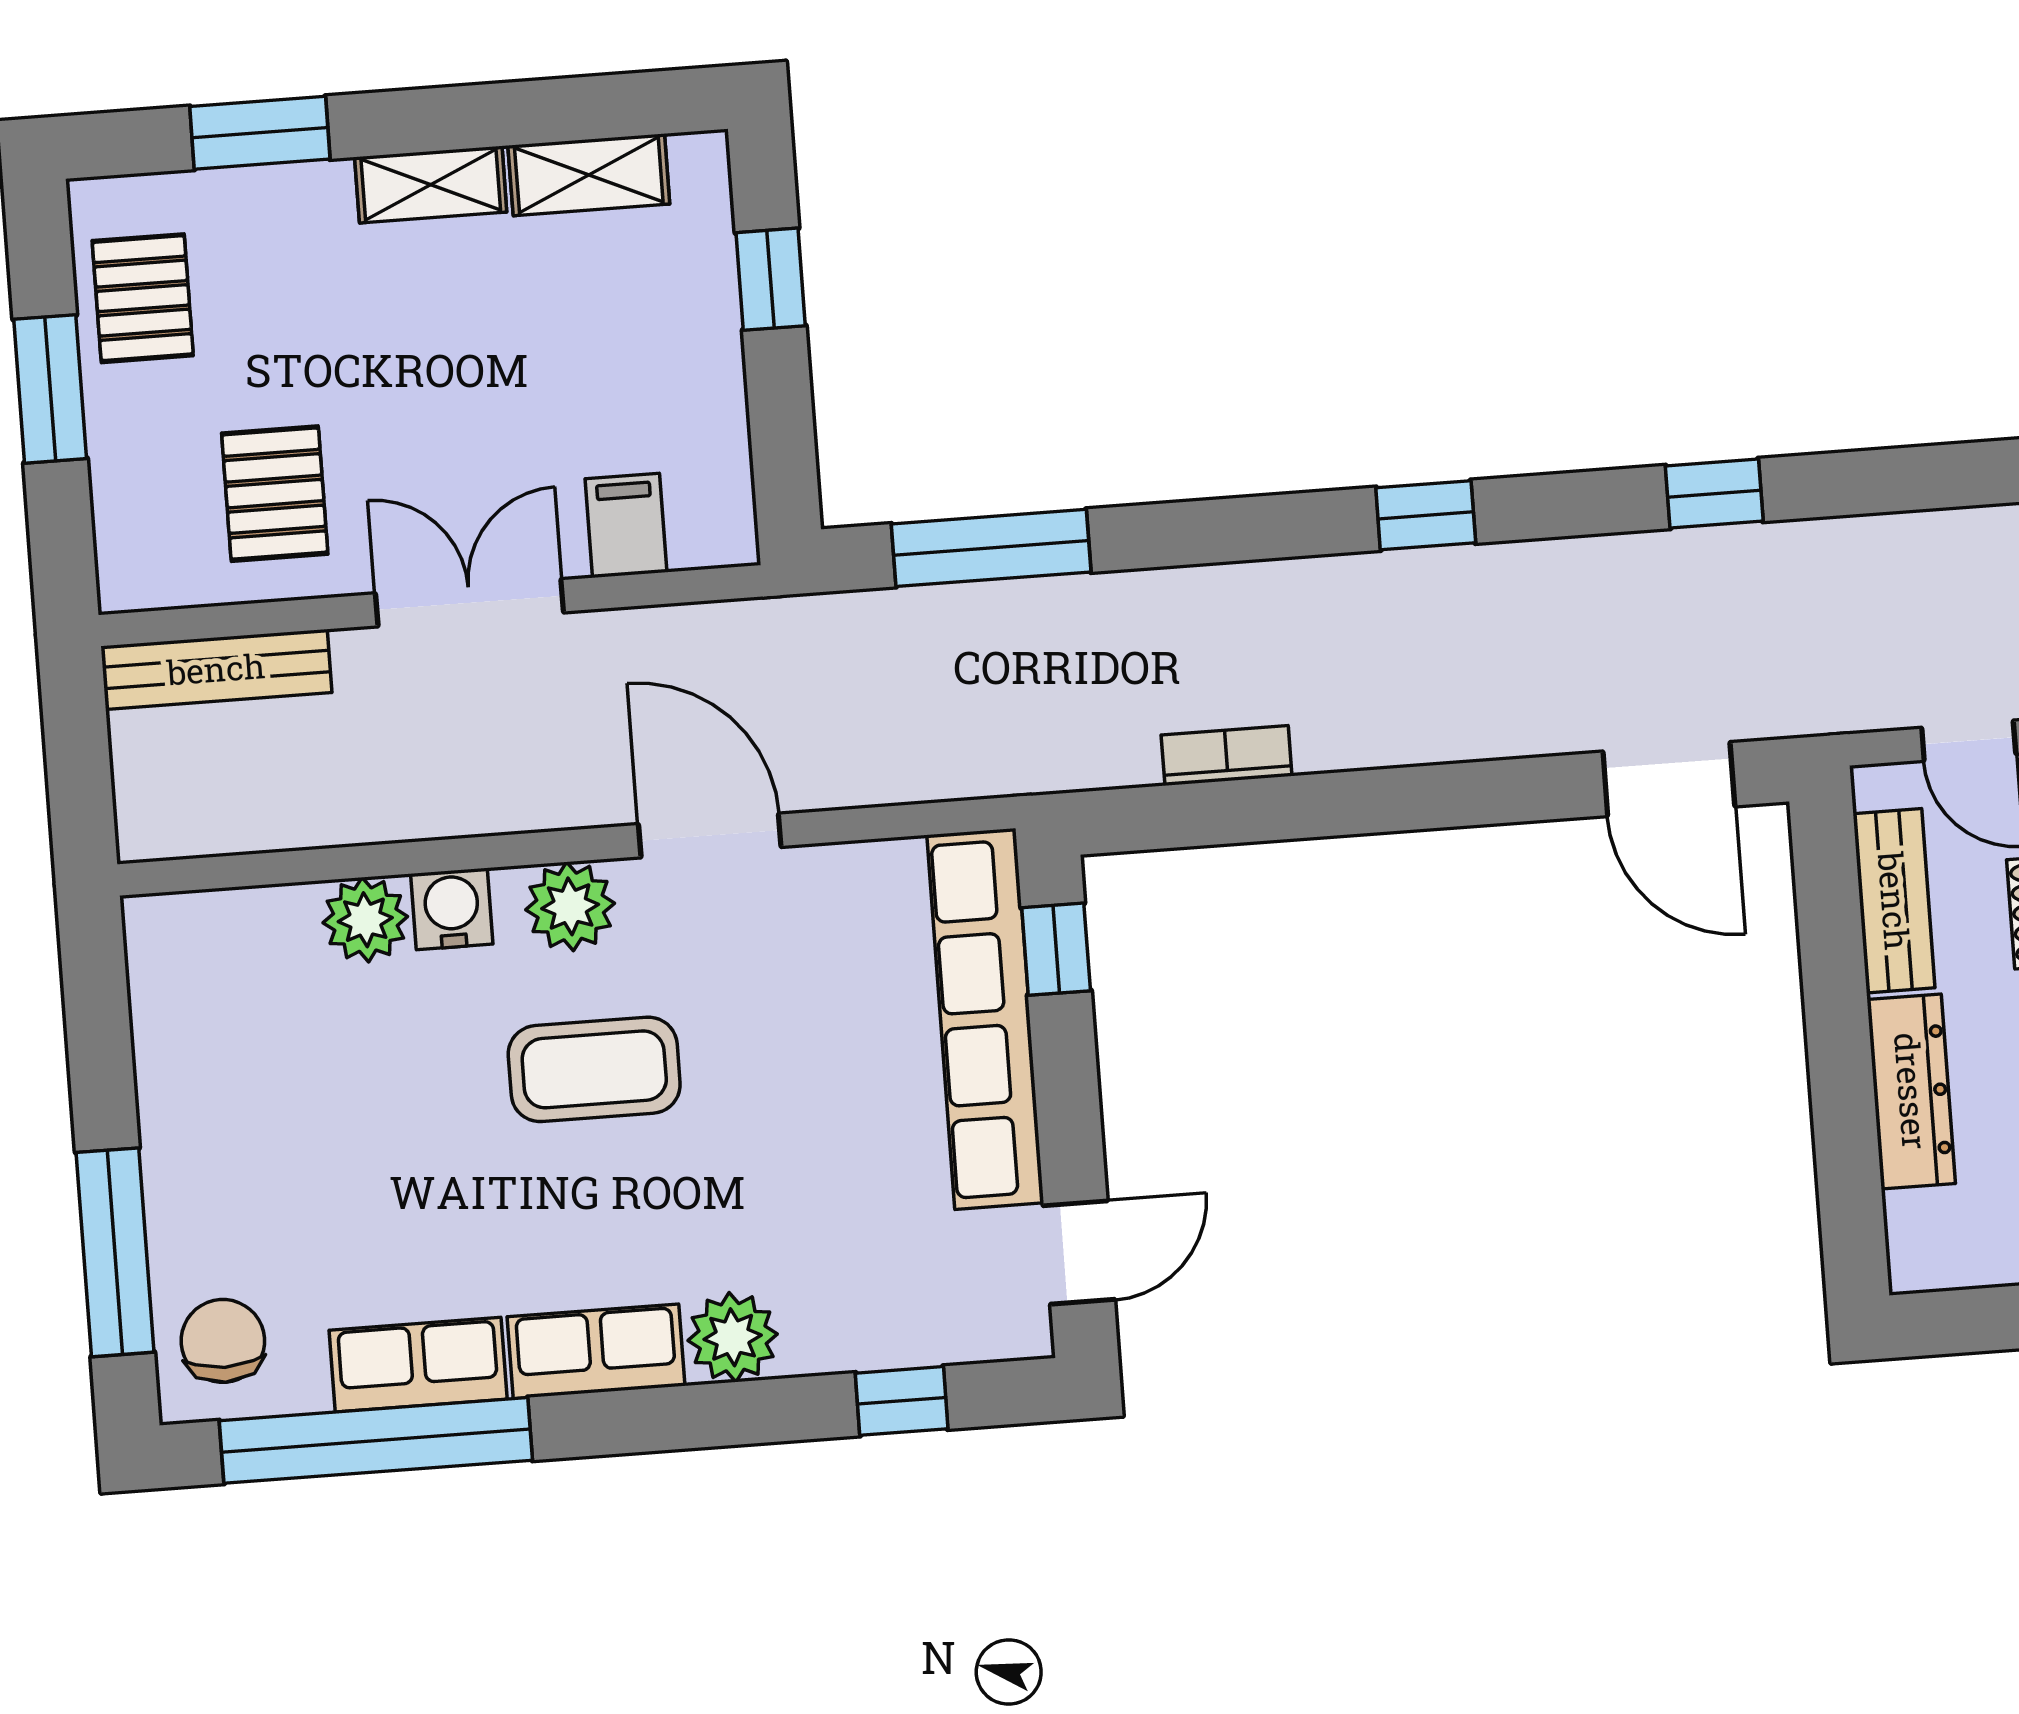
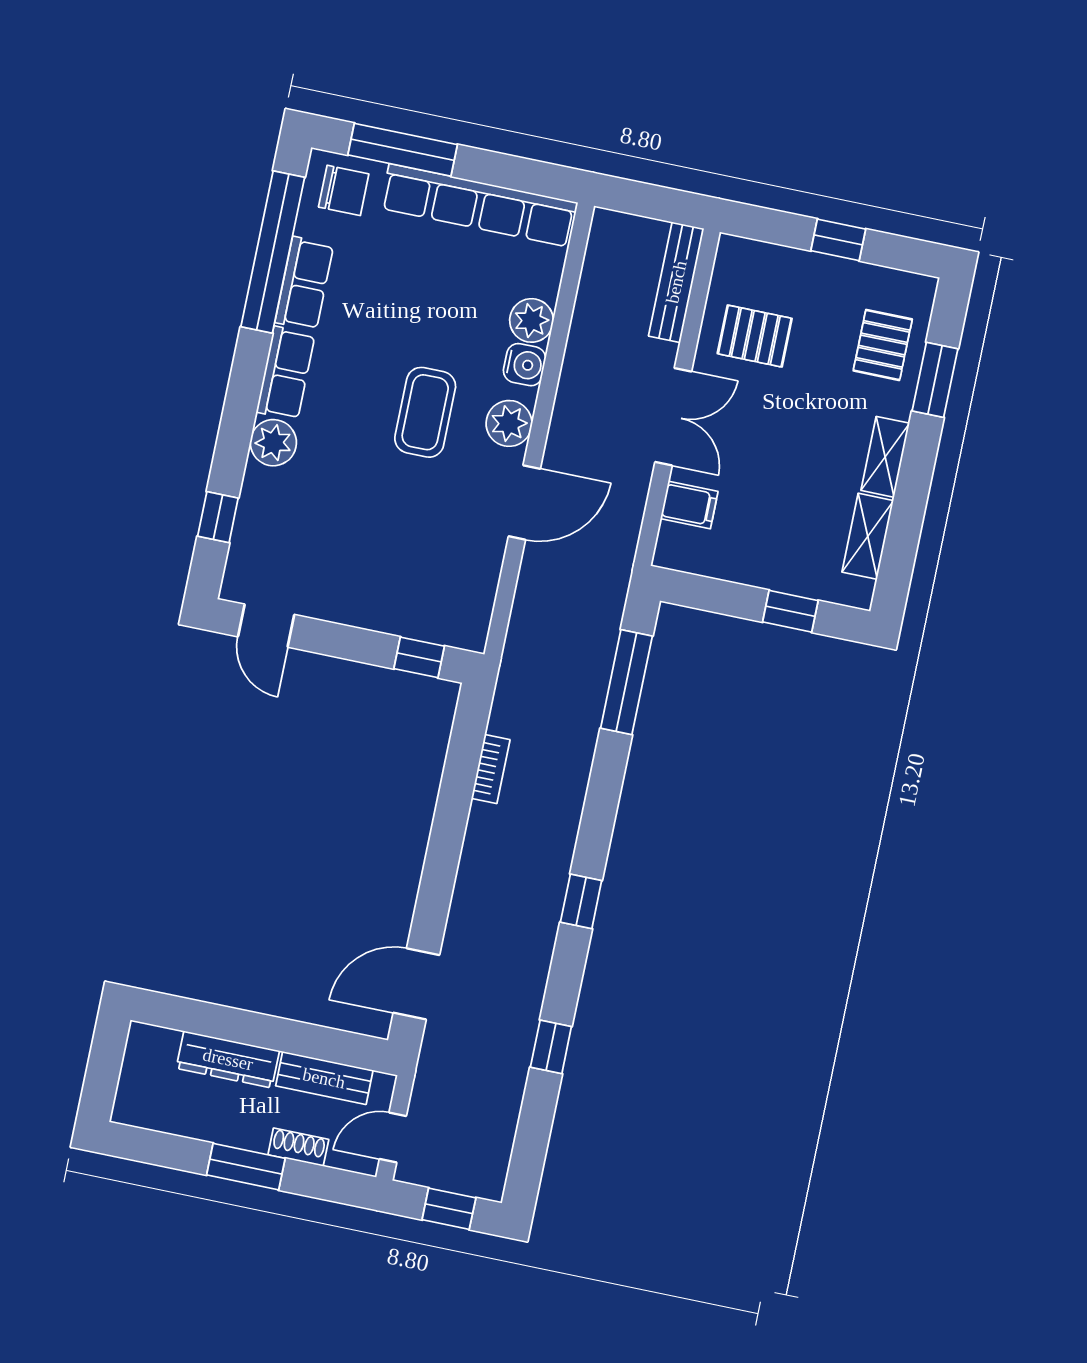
pallet: (143, 298) -> (883, 345), moved, turned 90
window: (50, 389) -> (838, 240), width x0.67
row of seats: (985, 1019) -> (479, 205), moved, turned 180

